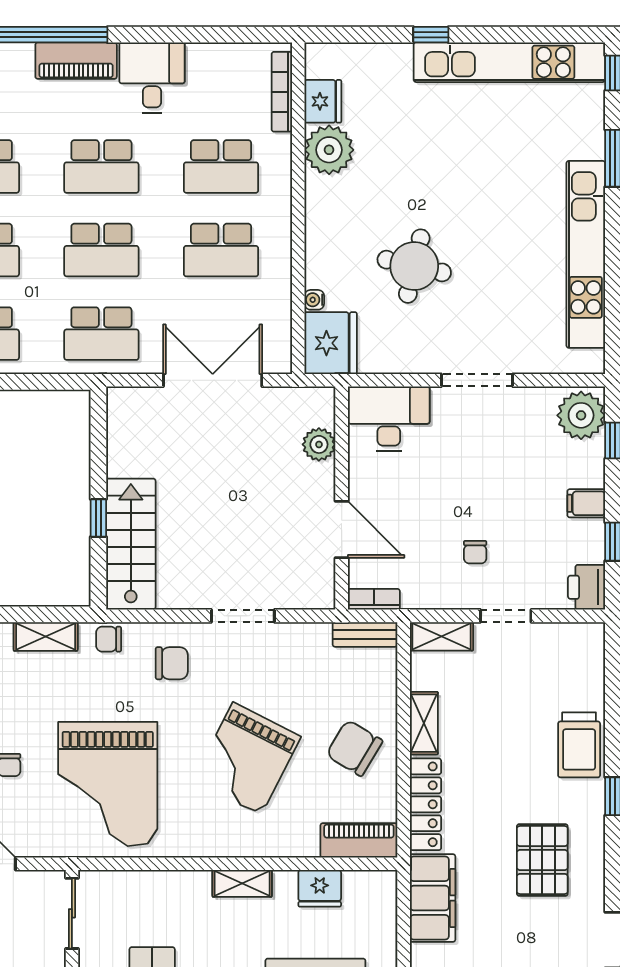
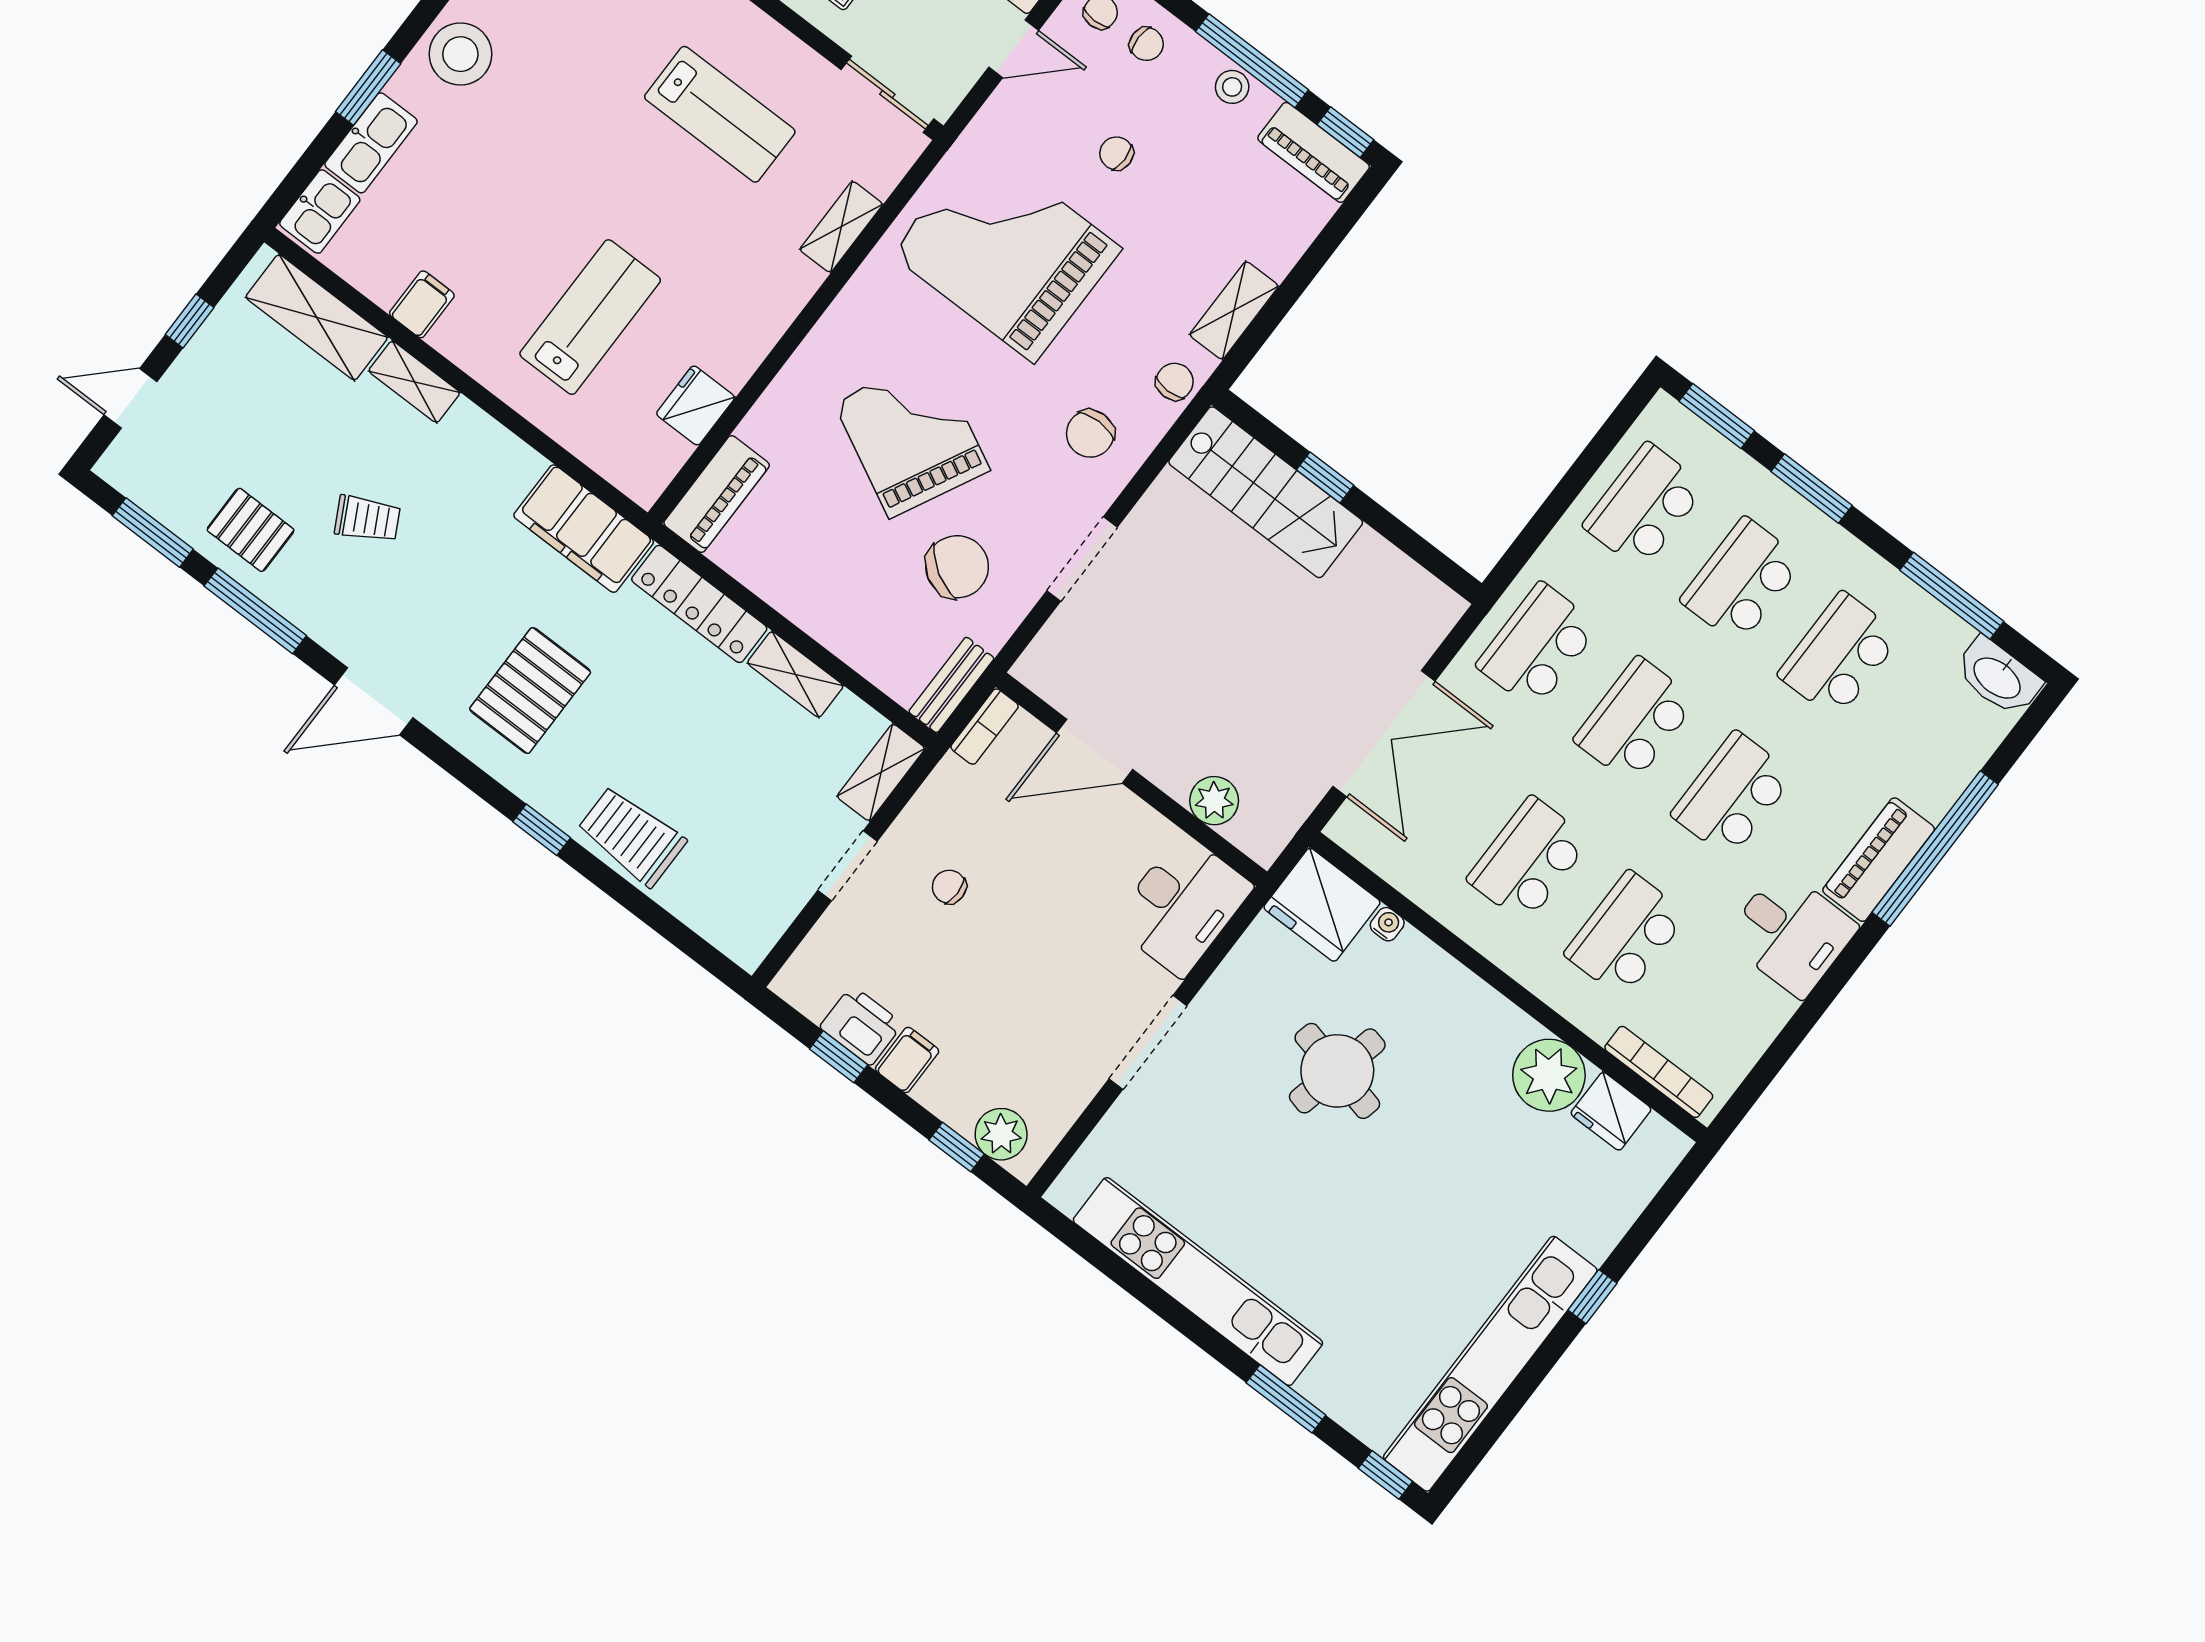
plant: (581, 415) -> (1001, 1134), width x0.73, depth x0.73
printer: (587, 587) -> (861, 1026), moved
chair: (354, 748) -> (957, 567), moved
pallet: (542, 860) -> (530, 691), turned 90
shelving: (242, 883) -> (841, 227), moved

